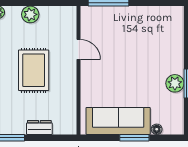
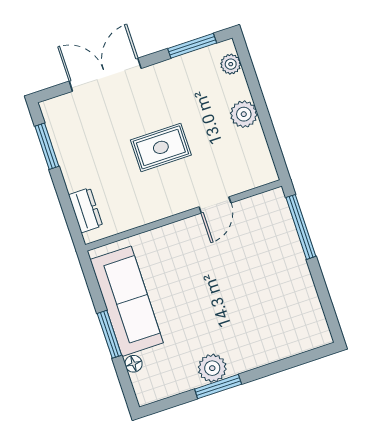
rug: (34, 70) -> (161, 147), width x0.73, depth x0.70
dresser: (39, 127) -> (85, 210), moved

